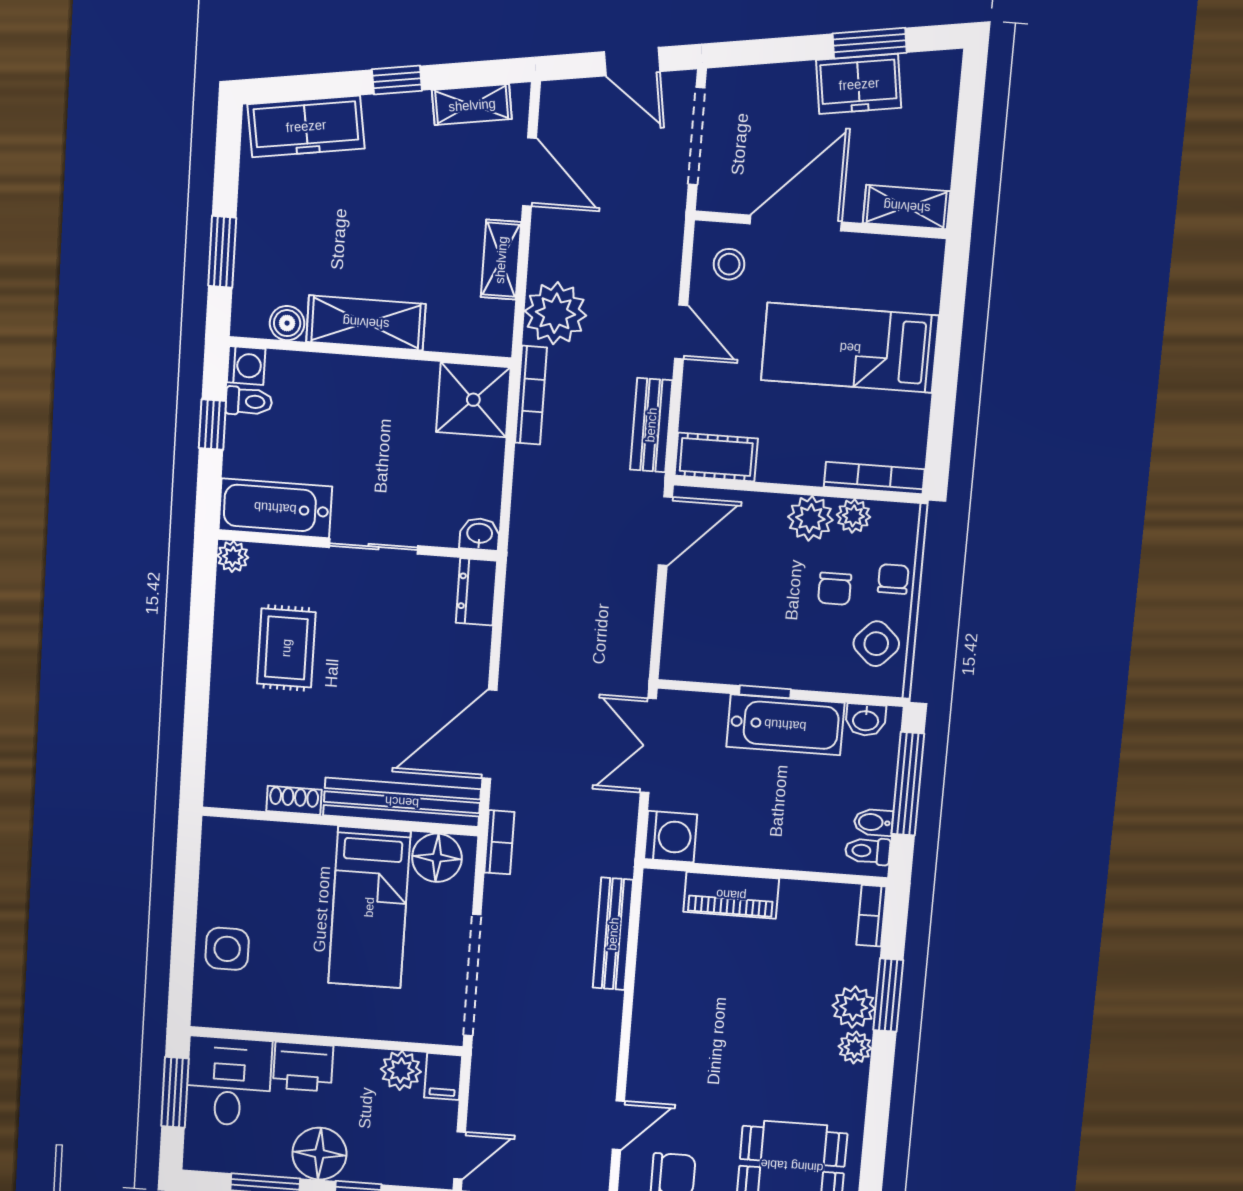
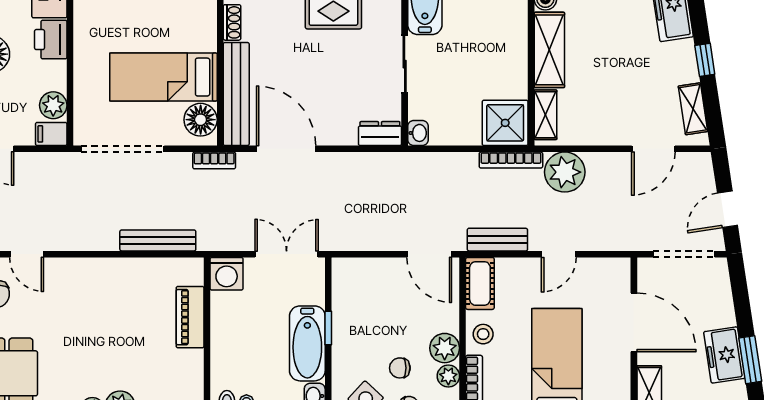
shelving: (501, 260) -> (545, 115), moved, turned 90
stool: (729, 264) -> (483, 334), moved

